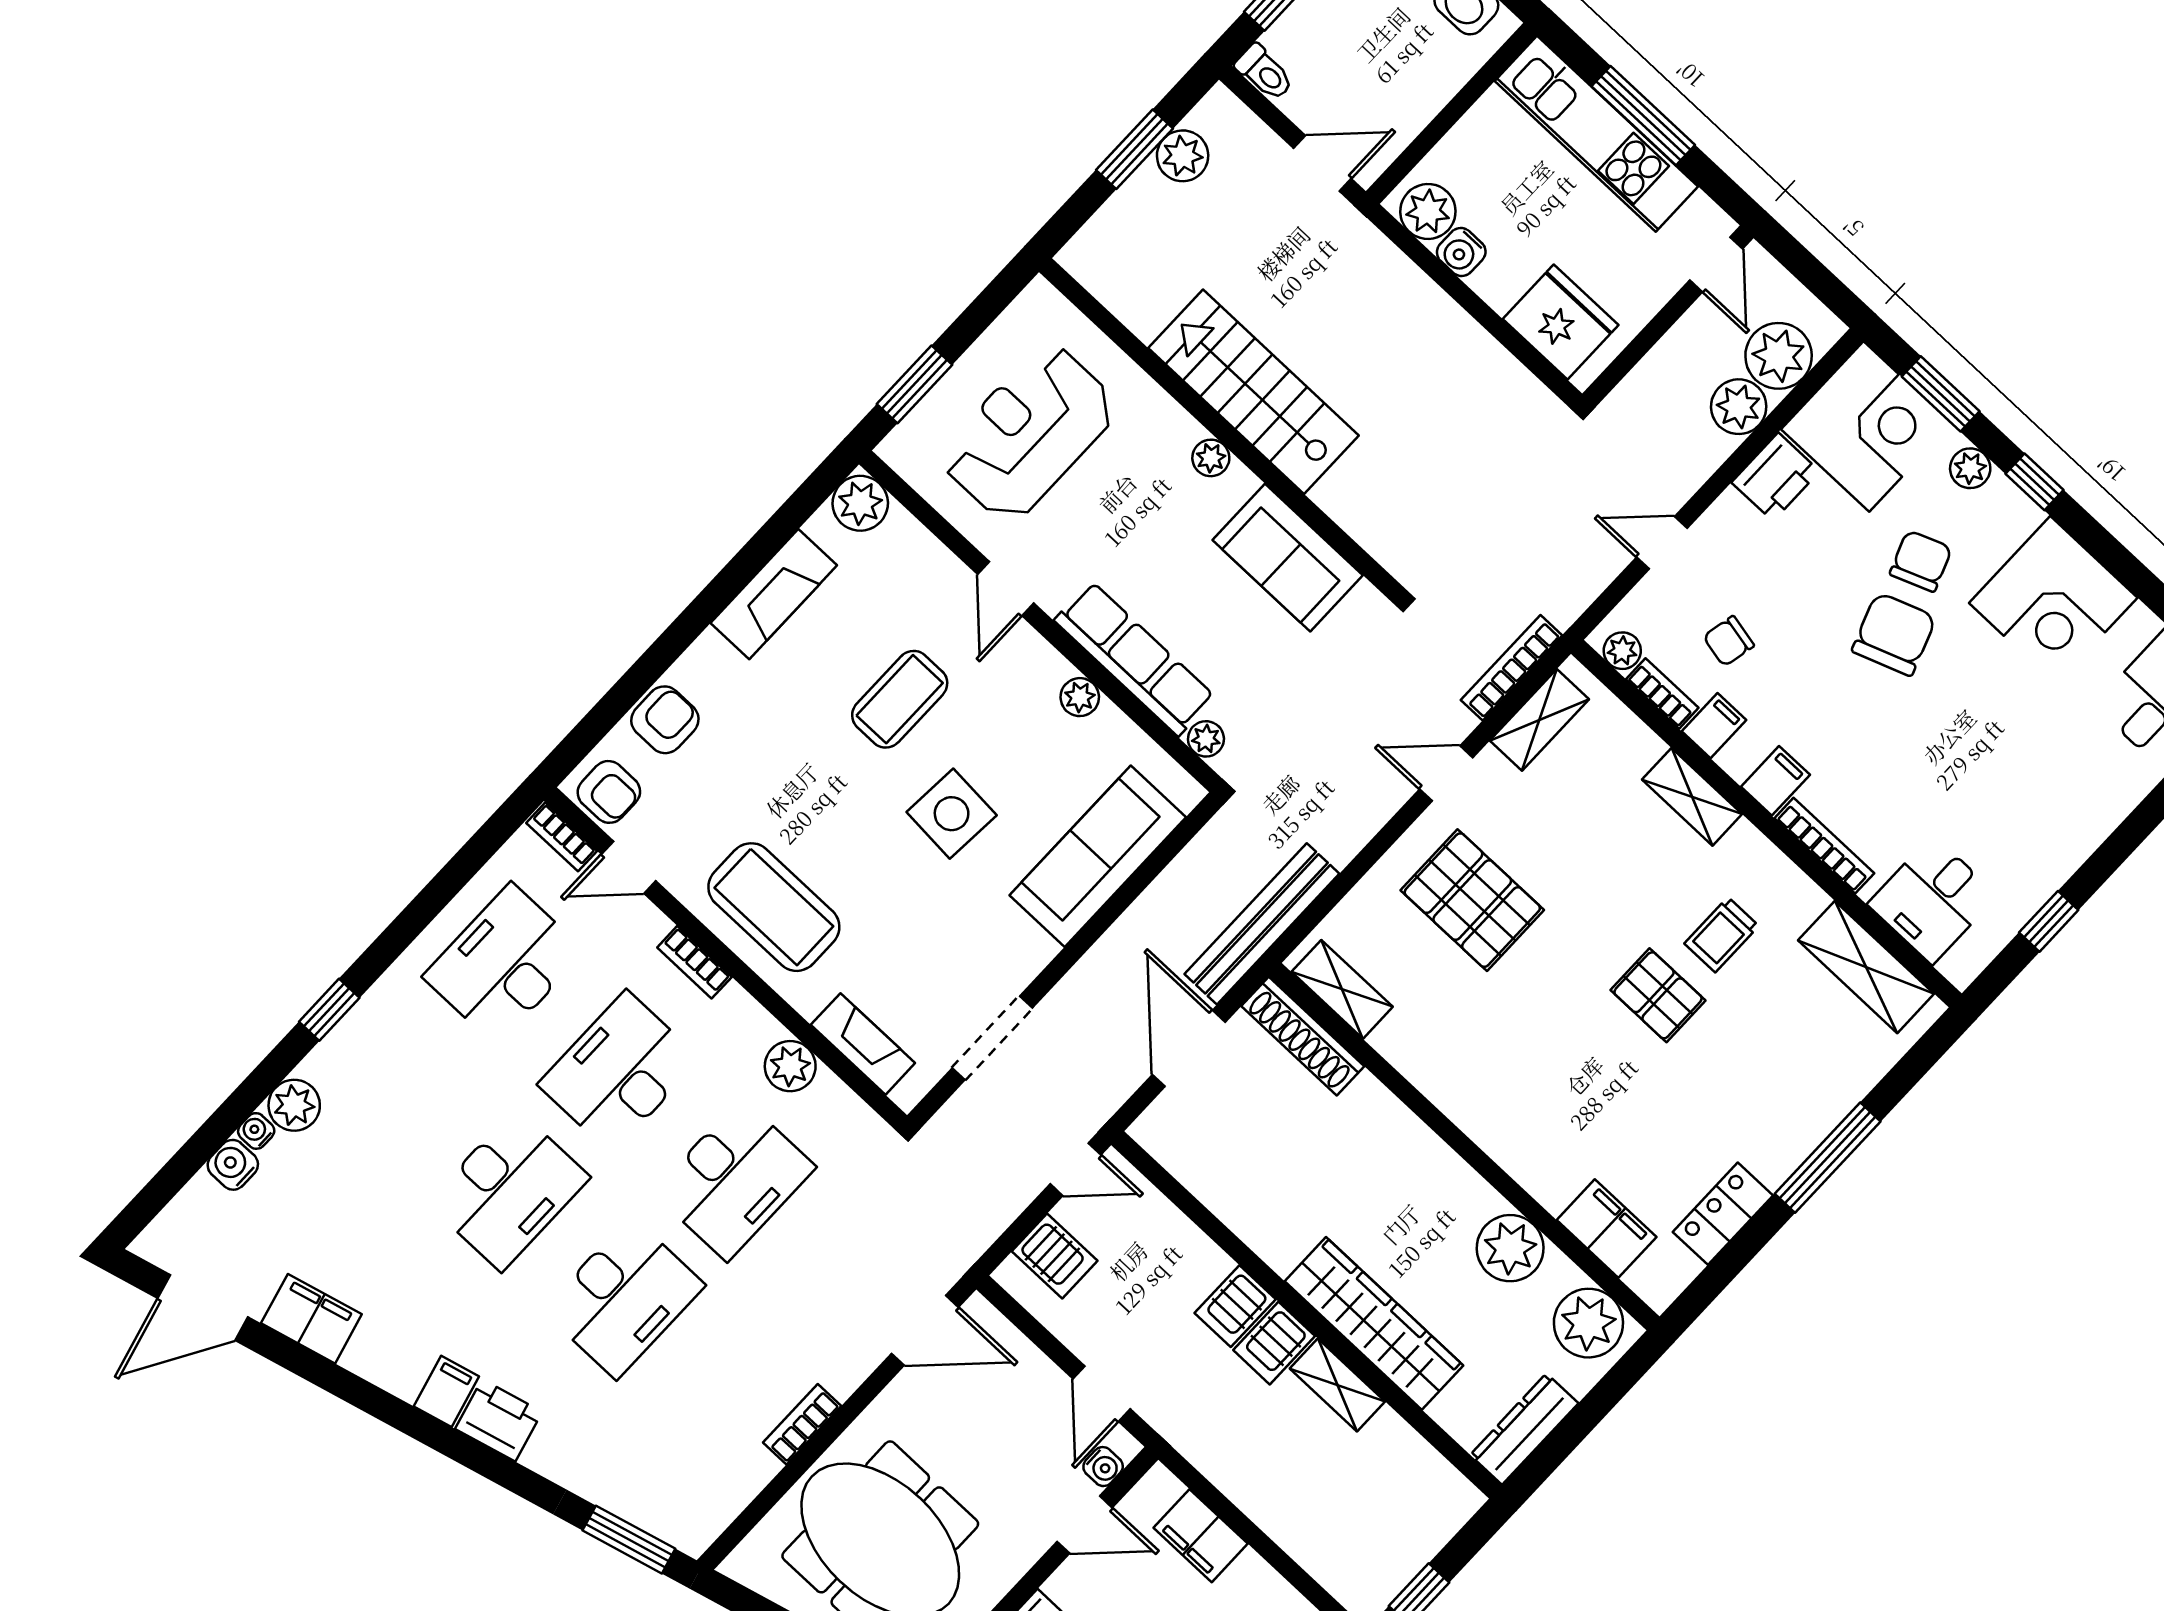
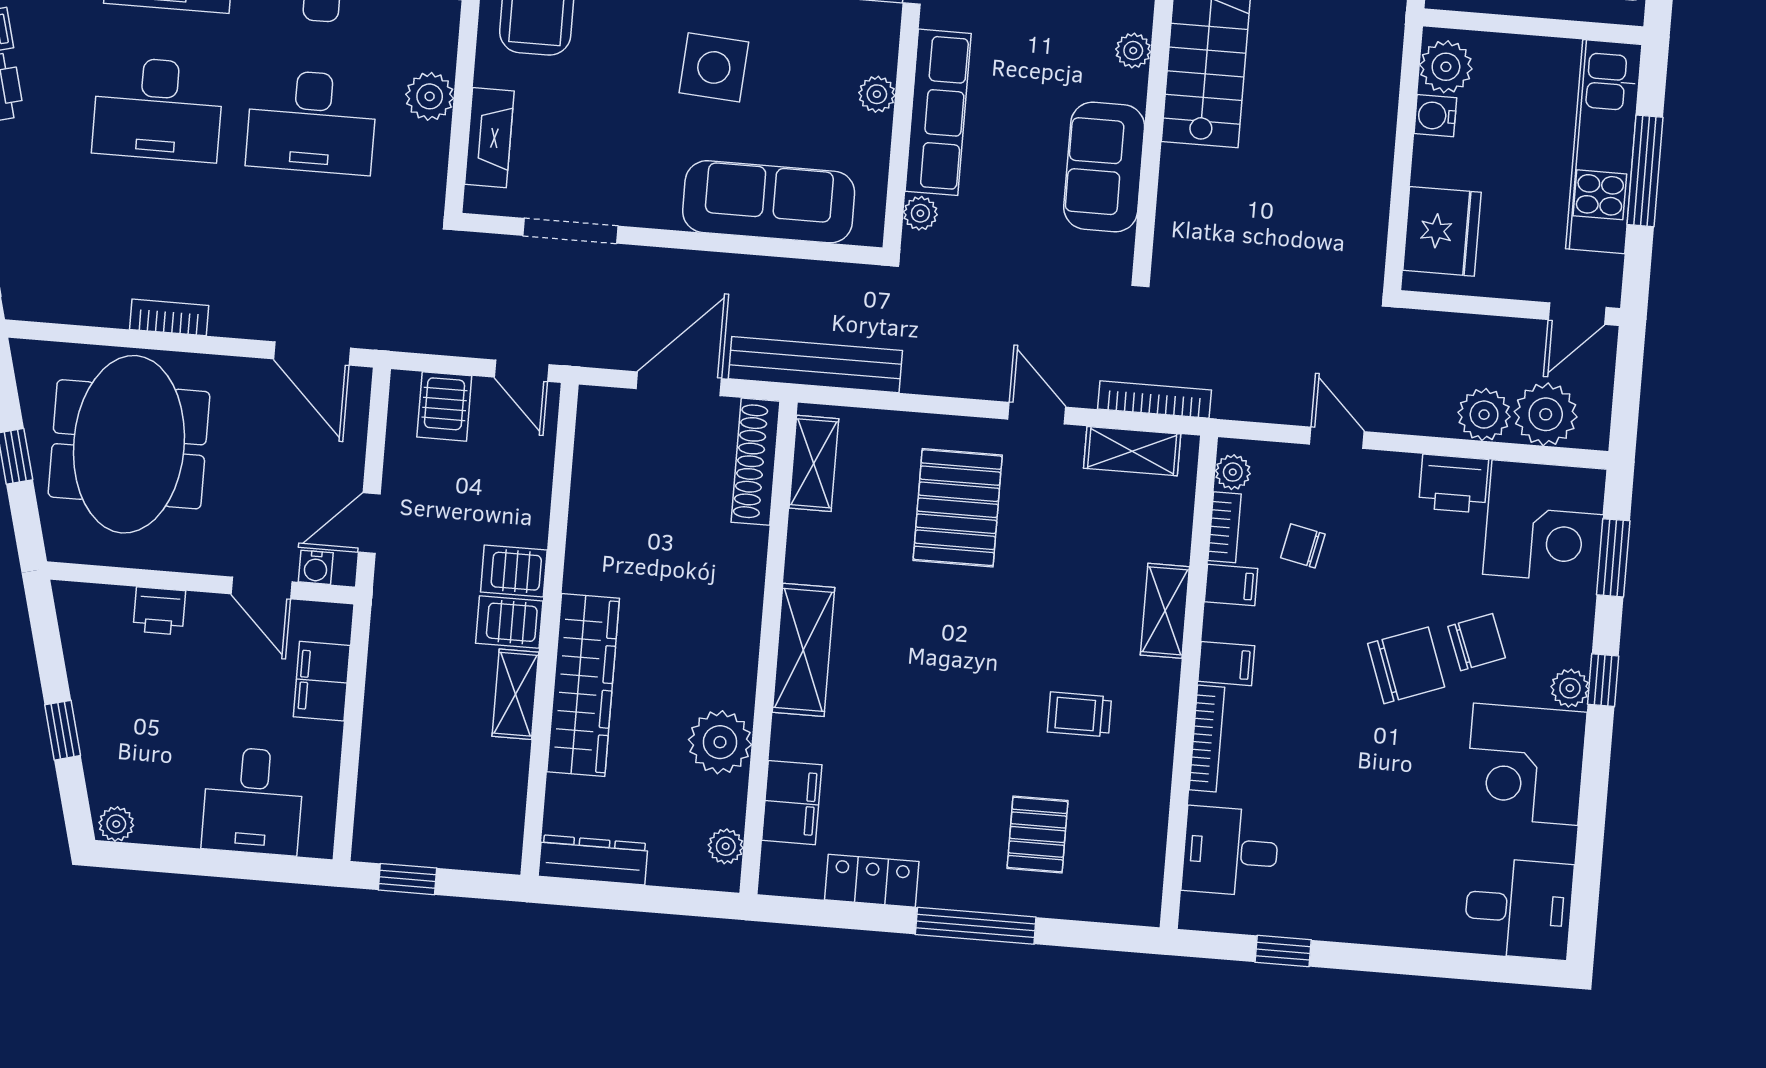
plant: (1970, 468) -> (1570, 688), moved
shelving: (1866, 967) -> (803, 650), moved
pallet: (1658, 995) -> (1038, 835), moved
plant: (1588, 1323) -> (726, 846), width x0.53, depth x0.53

